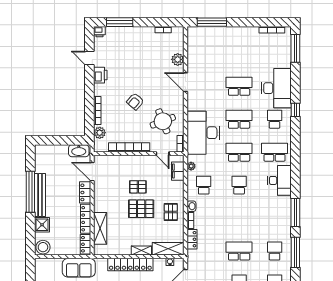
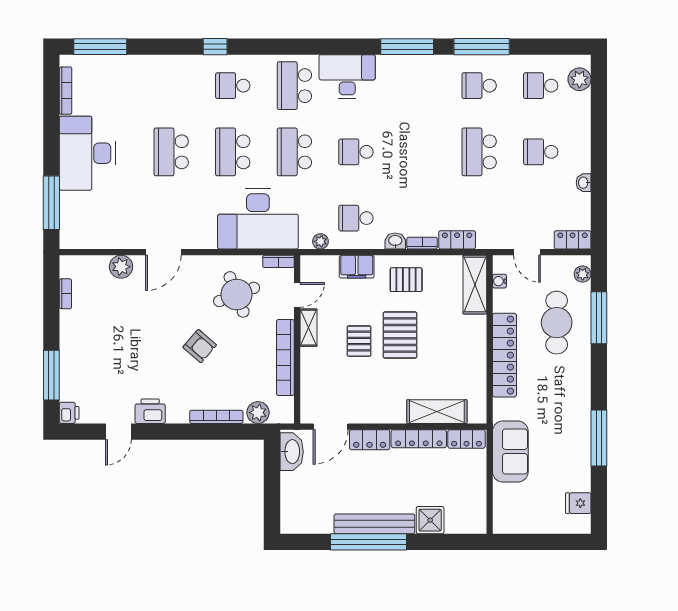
desk: (276, 88) -> (87, 153), moved, turned -90
filing cabinet: (178, 171) -> (357, 267), moved
stool: (43, 247) -> (472, 518), removed
shelving: (141, 251) -> (309, 328), moved

